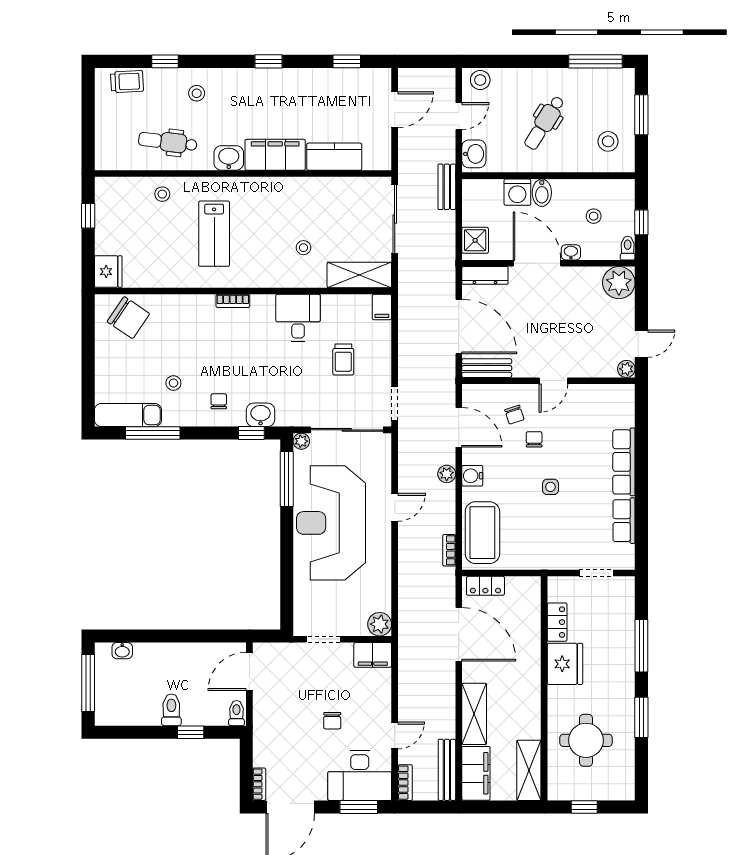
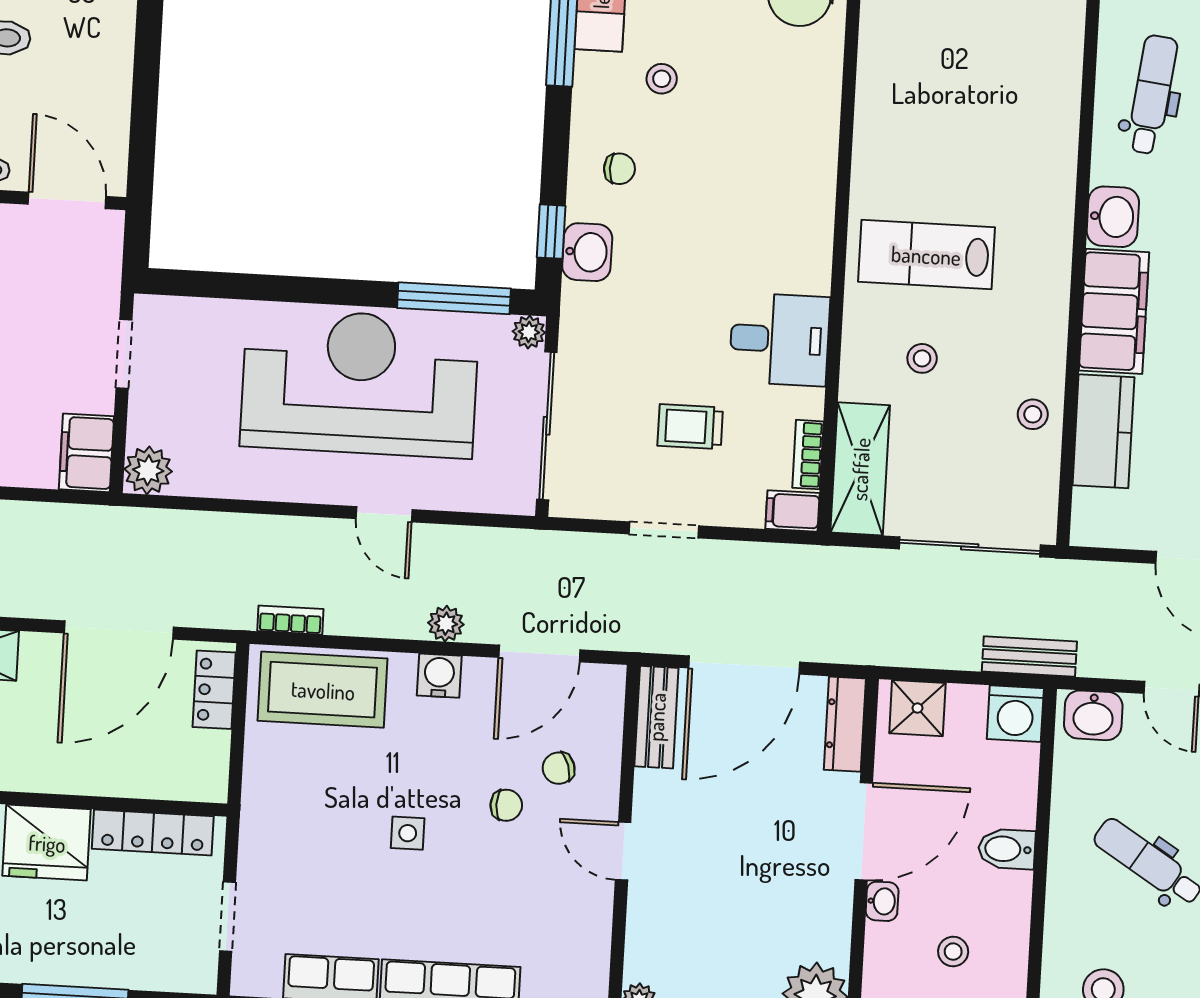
washing machine: (517, 192) -> (1015, 714), moved, turned -90
stool: (162, 194) -> (1033, 414), moved
lab bench: (214, 234) -> (926, 255), moved
bookcase: (233, 301) -> (808, 455), moved
doorway: (395, 404) -> (664, 530), moved
locker: (557, 622) -> (153, 832), width x1.53

